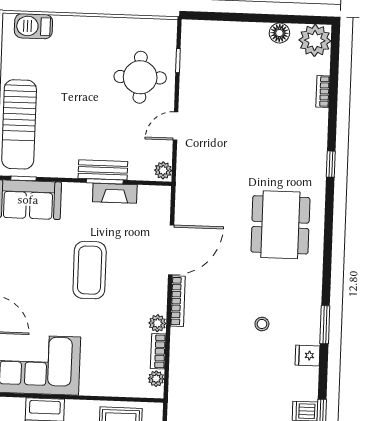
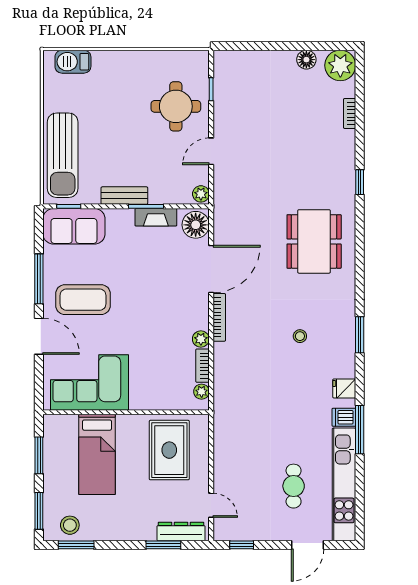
bench: (103, 170) -> (124, 196), moved
floor lamp: (156, 203) -> (196, 225), added
coffee table: (90, 270) -> (83, 300), moved, turned 90
fridge: (307, 355) -> (344, 388), moved

